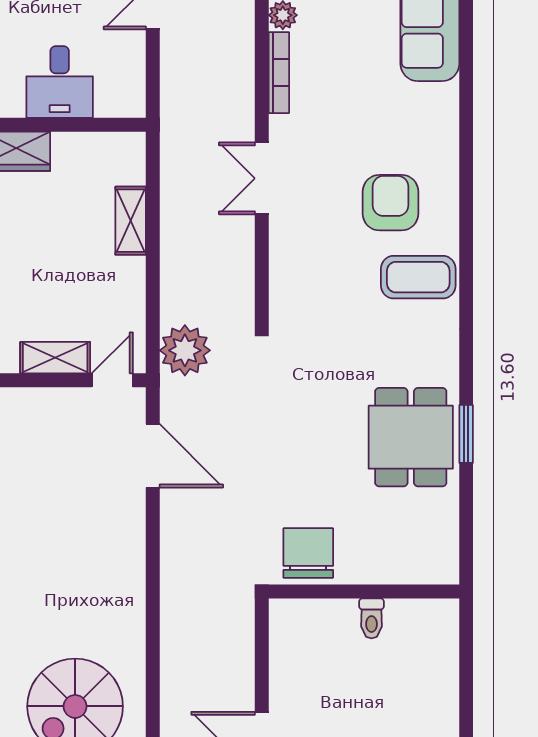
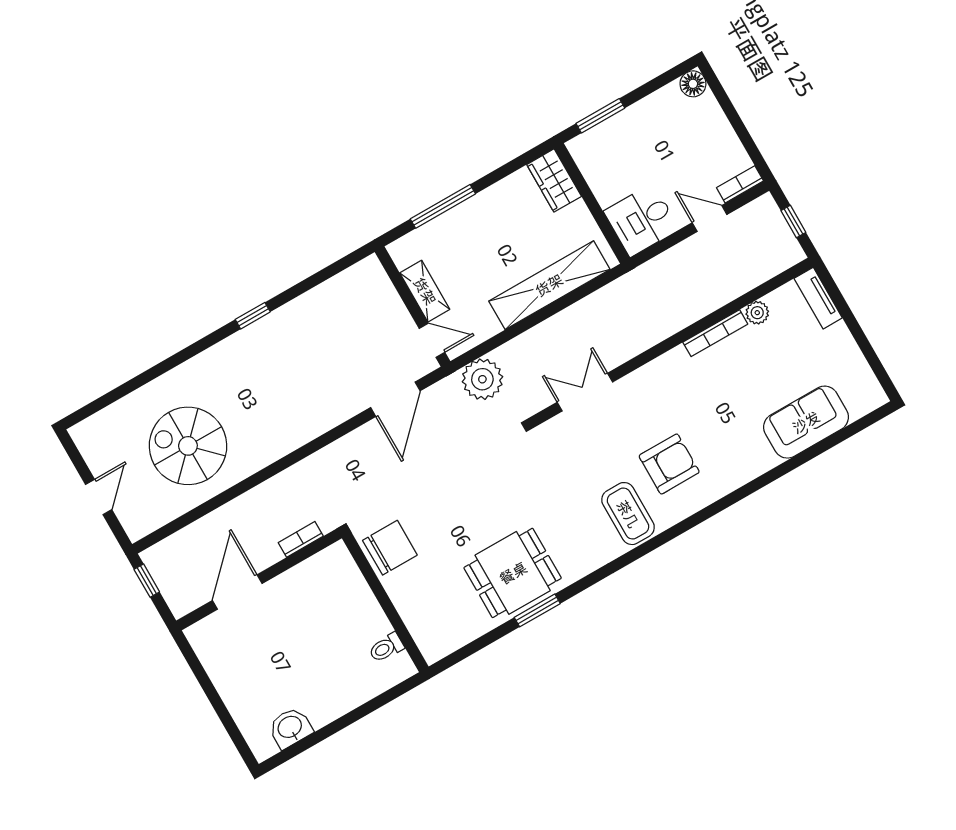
desk: (60, 82) -> (642, 220), moved
double door: (262, 178) -> (585, 392), moved
shelving: (131, 221) -> (549, 285), width x2.20, depth x1.33
toilet: (372, 618) -> (386, 648), moved
bookcase: (244, 643) -> (301, 539), added

